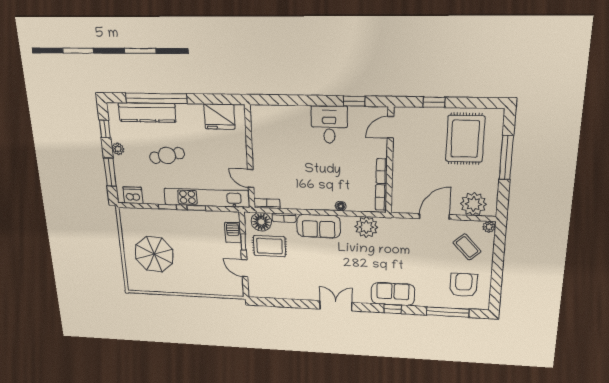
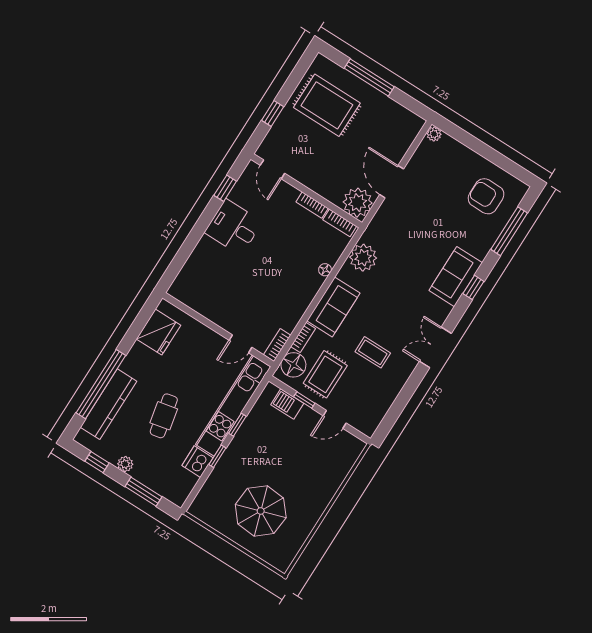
dishwasher: (133, 195) -> (197, 462), moved
plant: (473, 204) -> (358, 203), moved
coffee table: (467, 247) -> (373, 352), moved, turned 42

